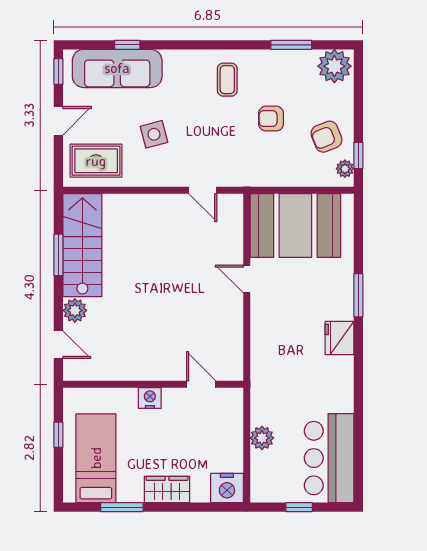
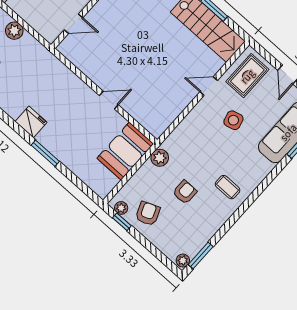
window: (291, 45) -> (201, 256), moved
plant: (334, 66) -> (183, 261), width x0.53, depth x0.53
plant: (259, 175) -> (160, 158), added
door: (203, 190) -> (209, 86), moved
booth: (295, 225) -> (125, 151), width x0.73, depth x0.70

